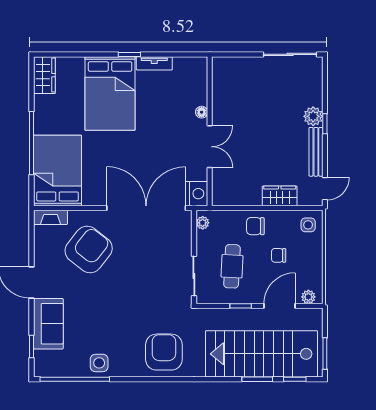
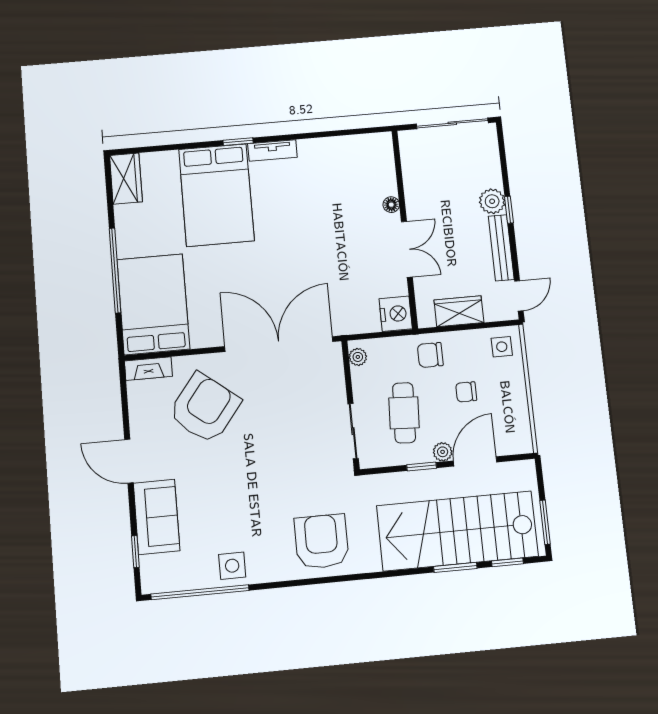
floor lamp: (202, 112) -> (391, 205), moved
wall: (210, 131) -> (405, 229), moved
double door: (210, 147) -> (407, 249), moved
nightstand: (197, 194) -> (396, 314), moved
plant: (308, 297) -> (443, 452), moved

